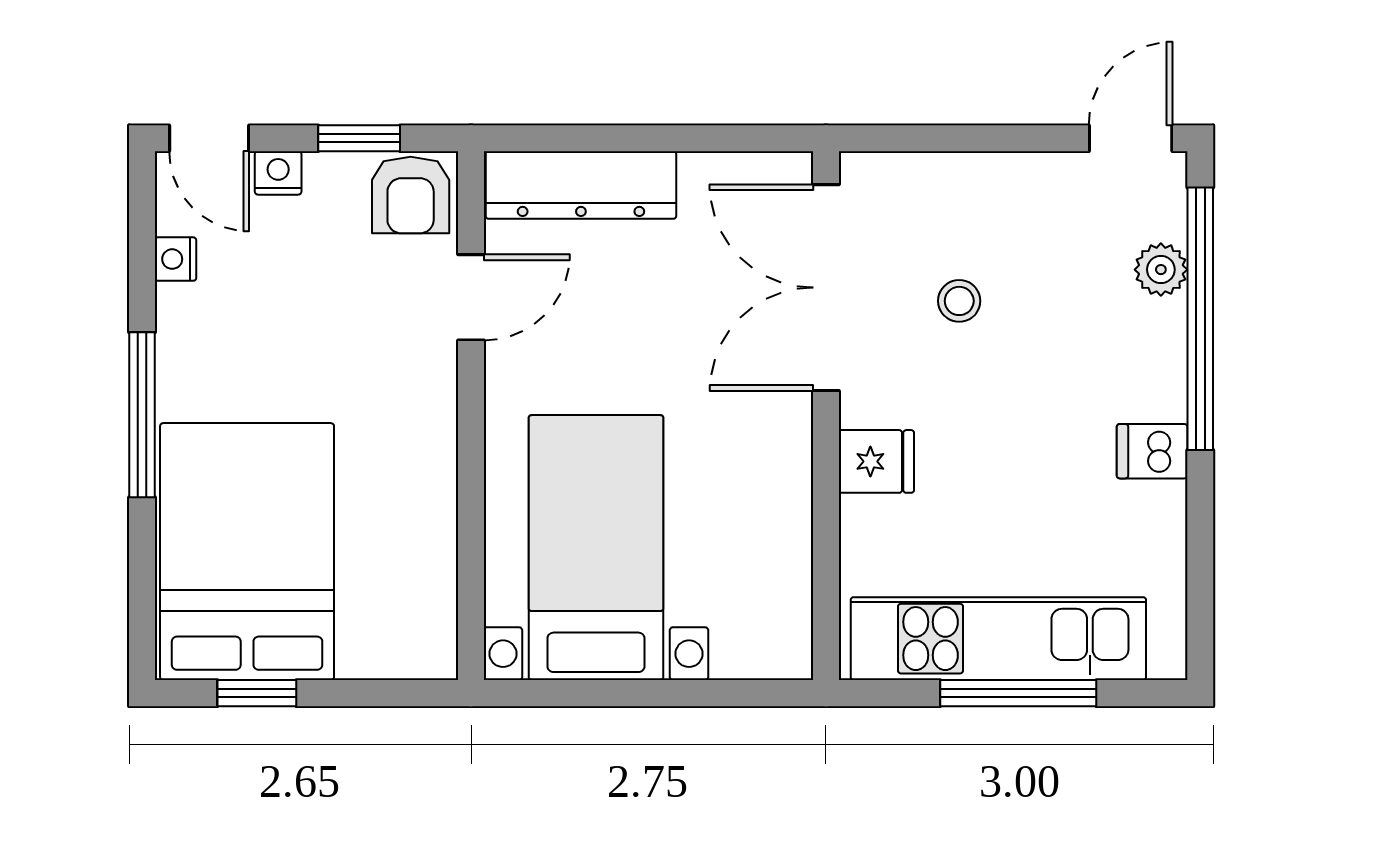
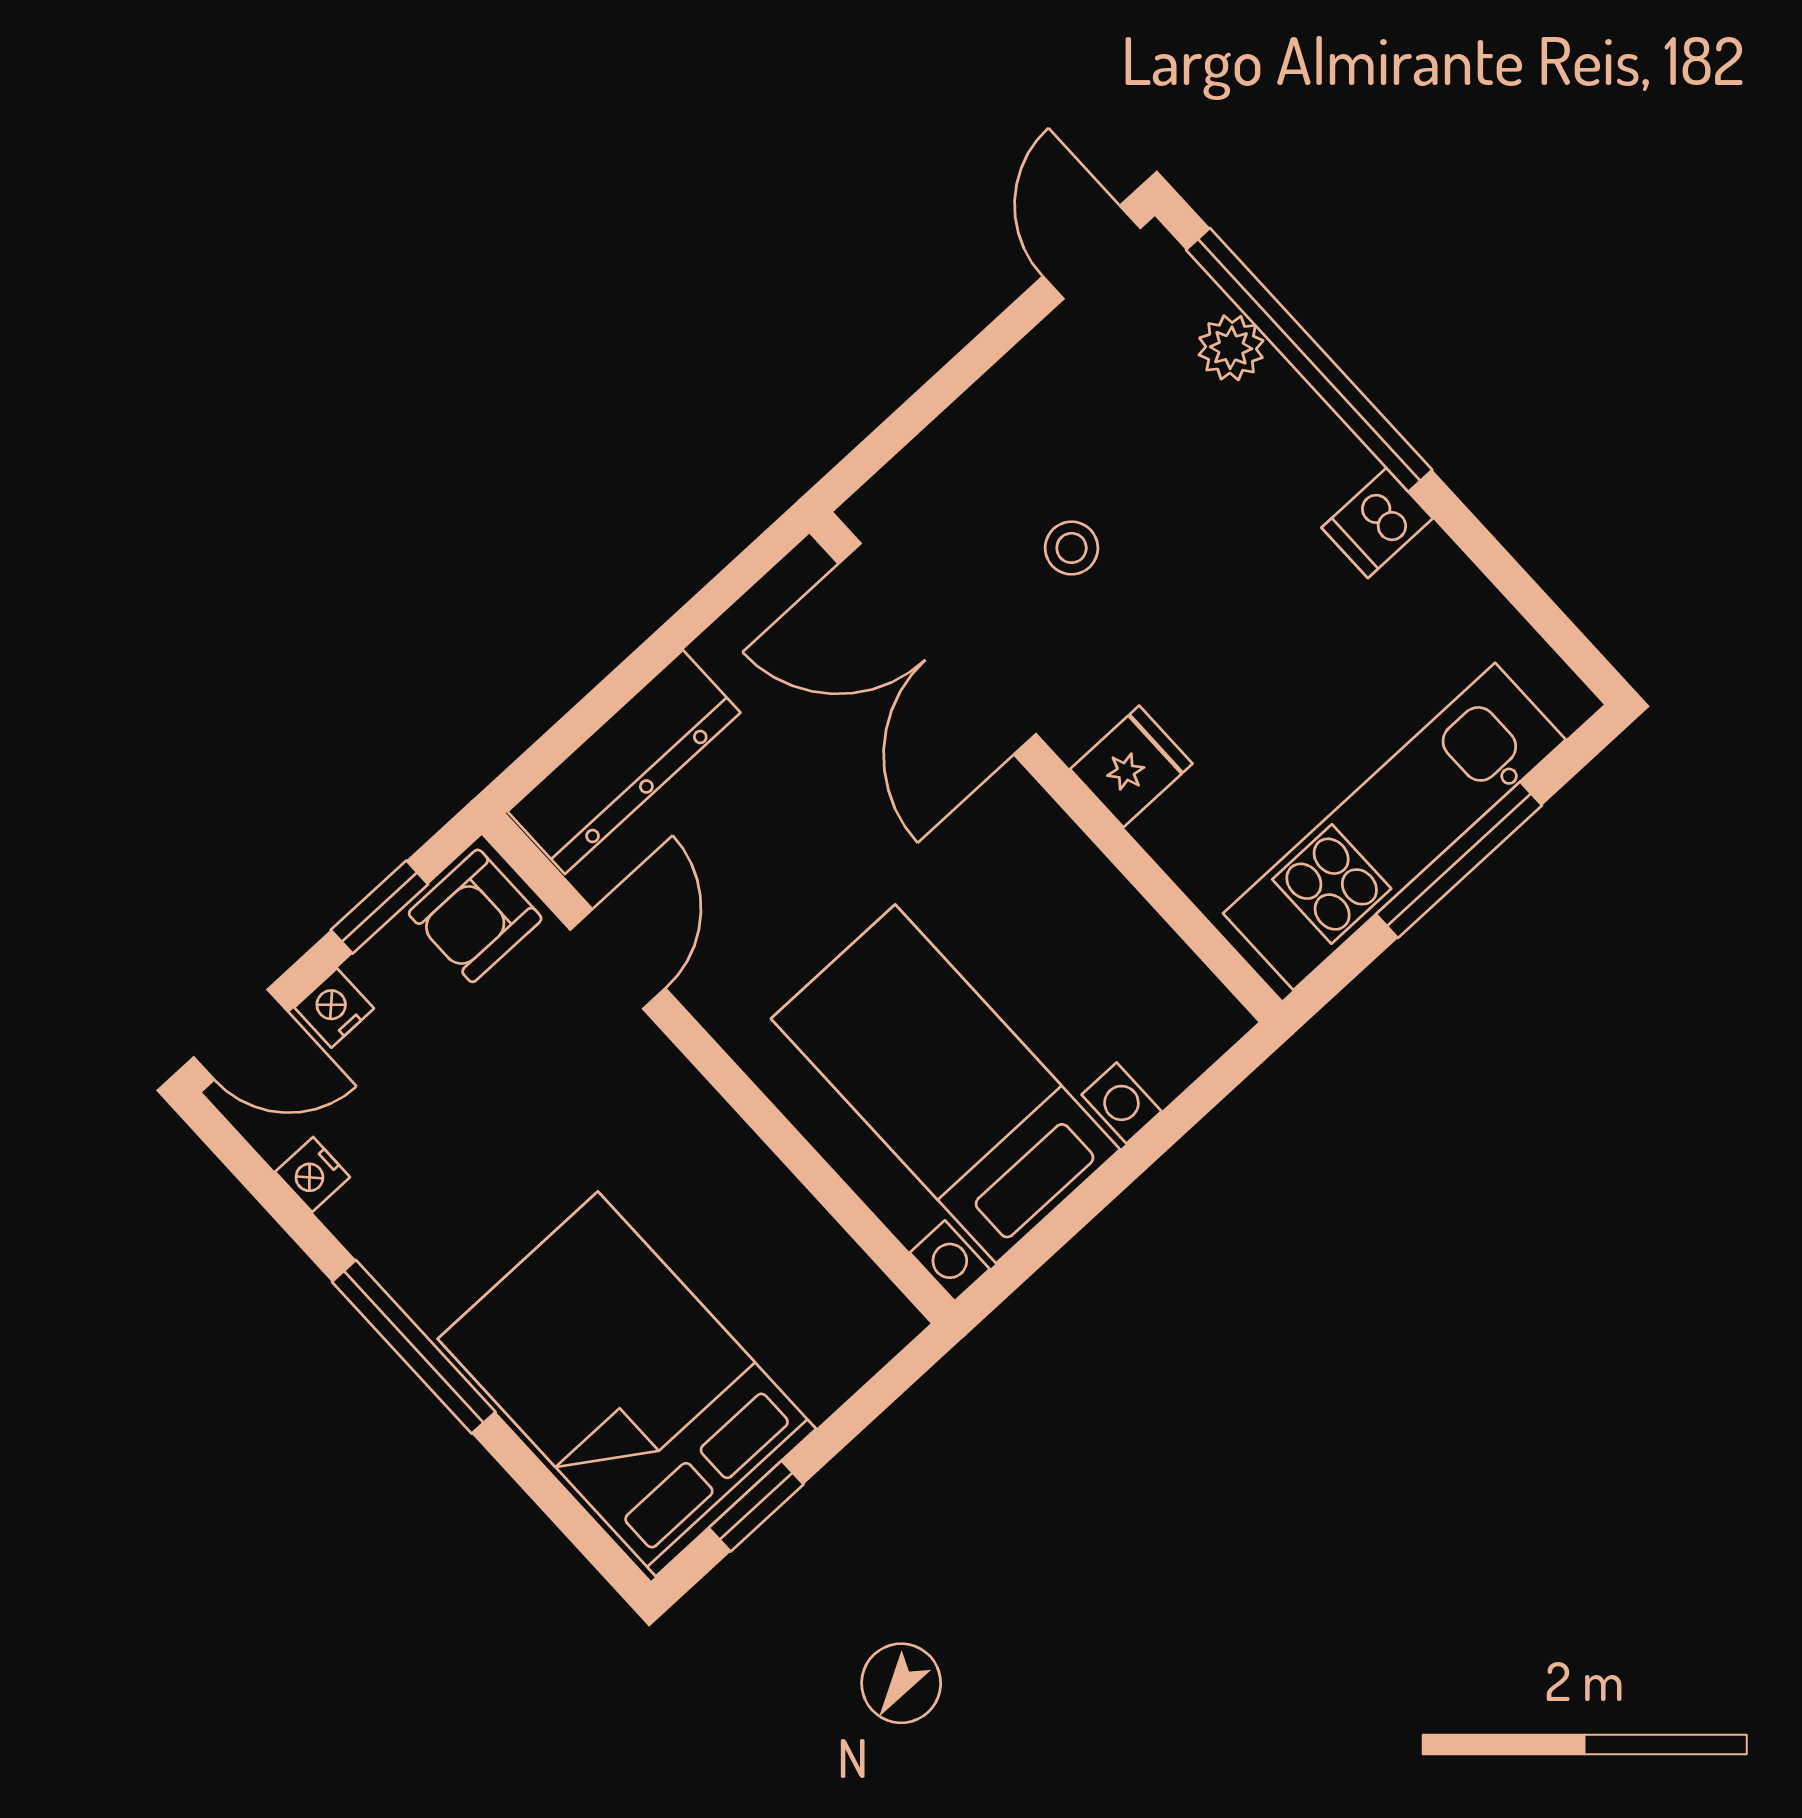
armchair: (411, 195) -> (475, 916), turned 90

